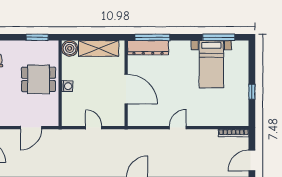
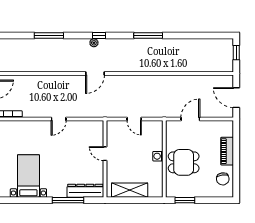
window: (152, 37) -> (68, 200), moved
window: (219, 37) -> (22, 200), removed
boiler: (70, 48) -> (156, 190), removed
door: (126, 89) -> (105, 154), width x0.53

